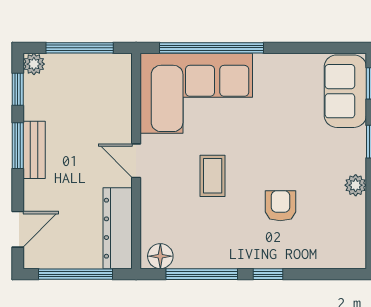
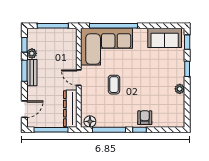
plant: (34, 64) -> (32, 53), moved
sofa: (345, 91) -> (165, 38), moved, turned -90
armchair: (280, 206) -> (145, 118), moved

